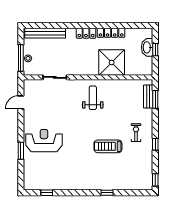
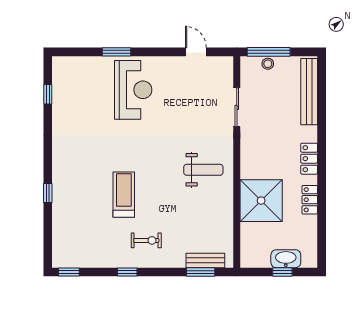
locker: (111, 33) -> (310, 200), width x0.66

